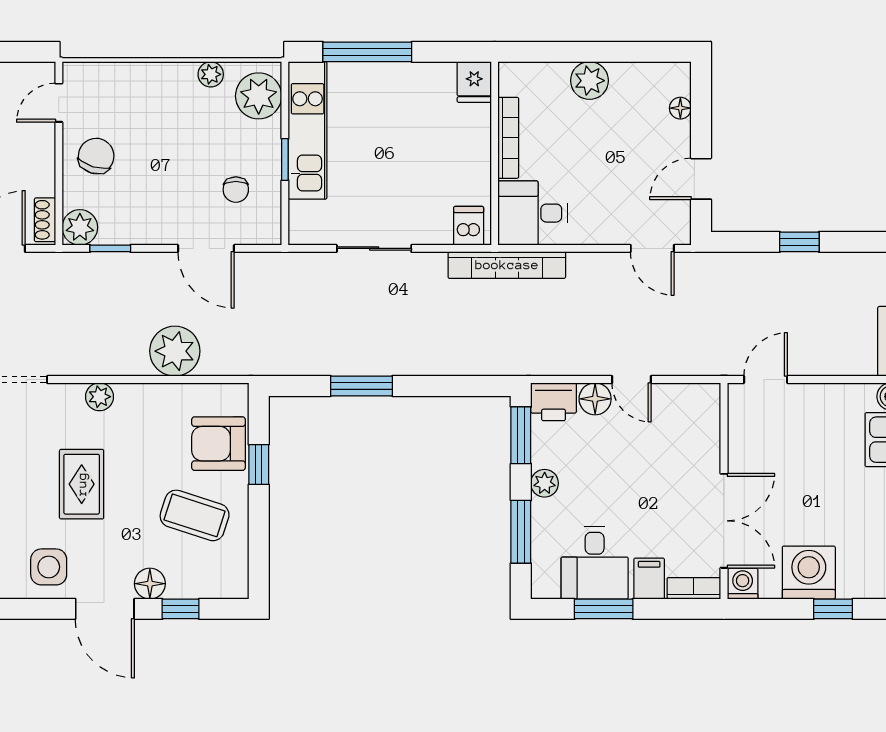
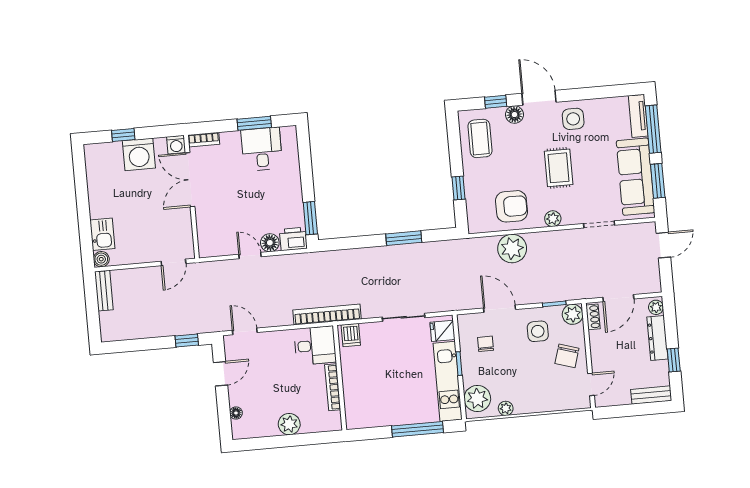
fridge: (474, 82) -> (443, 331), moved, turned -90
side table: (143, 203) -> (538, 331), added
window: (799, 242) -> (187, 340), moved
armchair: (218, 444) -> (512, 206), moved
plant: (545, 483) -> (294, 192), removed
coffee table: (195, 515) -> (480, 138), moved, turned 72
window: (521, 532) -> (305, 163), removed
filing cabinet: (649, 579) -> (230, 143), removed

